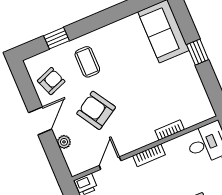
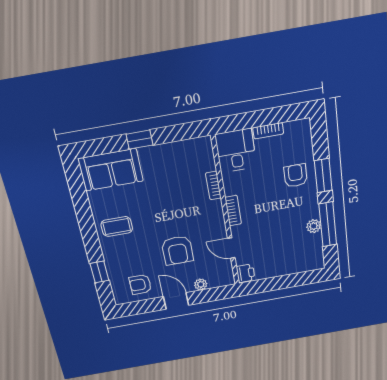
coffee table: (87, 62) -> (117, 227), moved
armchair: (51, 81) -> (140, 284), turned -69
armchair: (96, 110) -> (177, 250), turned -58

